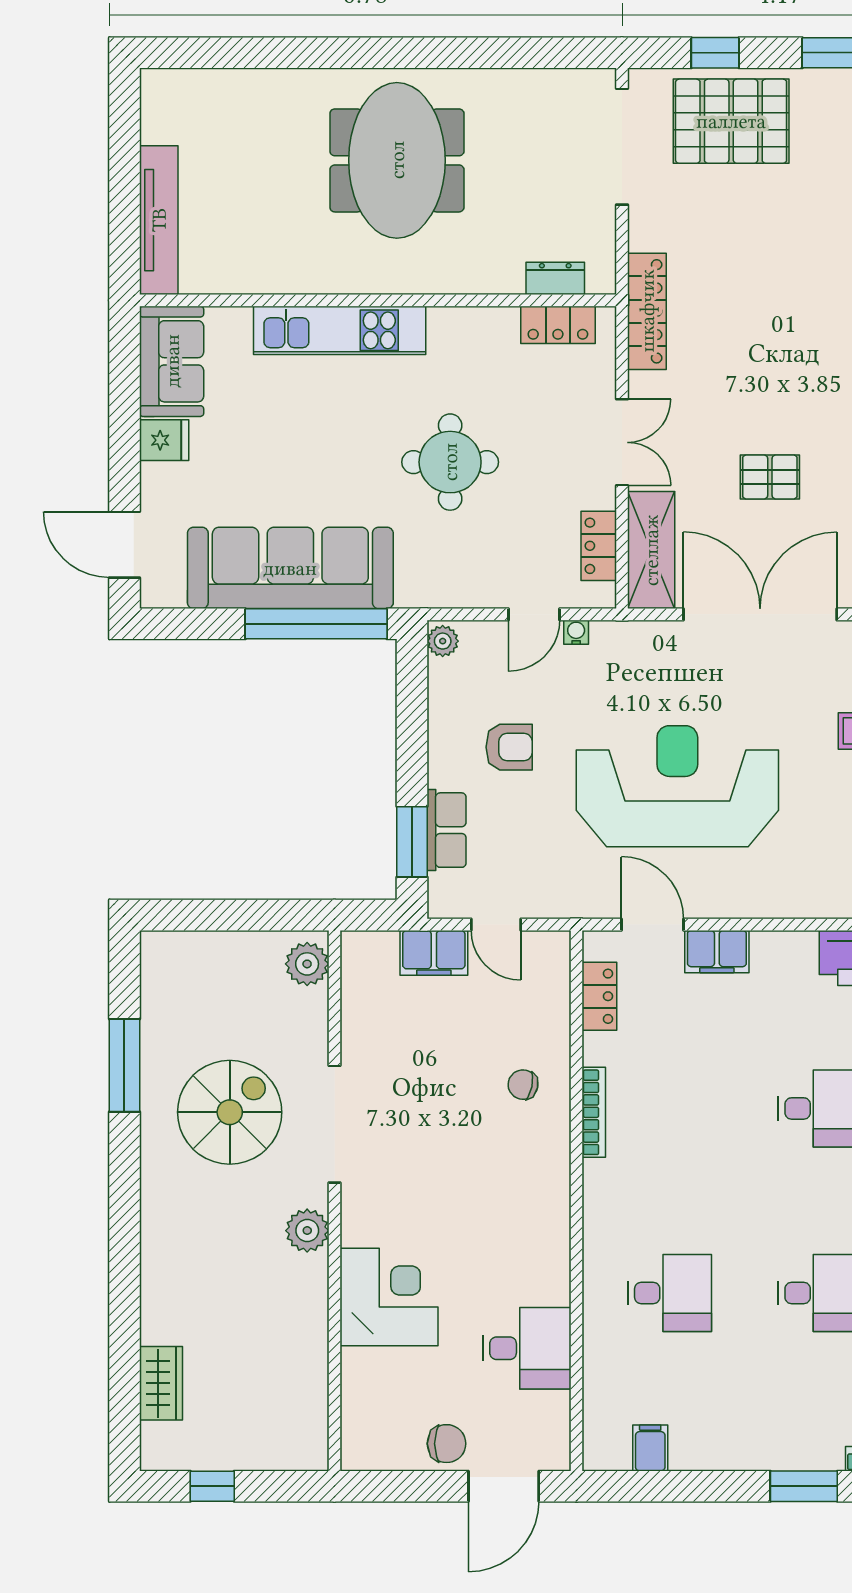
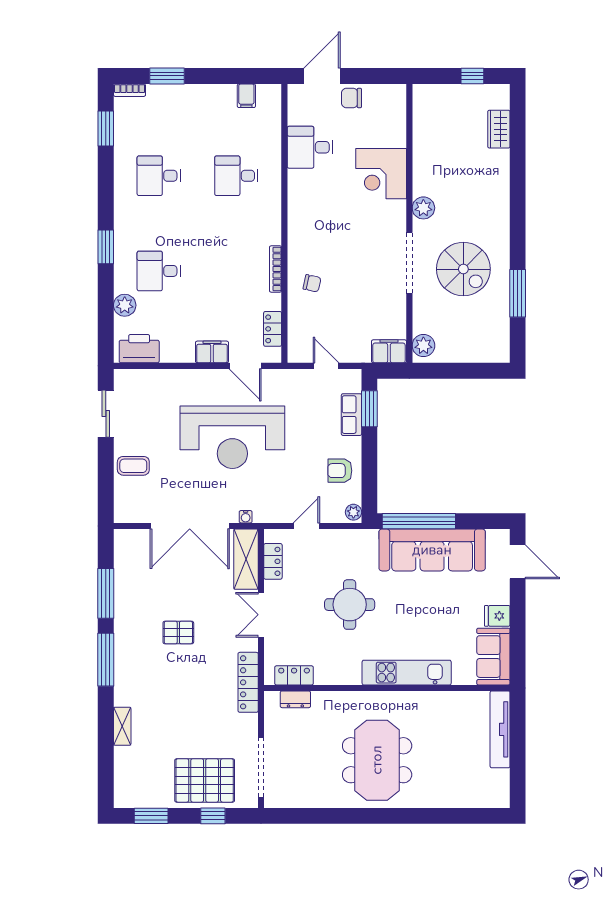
pallet: (770, 477) -> (178, 632), moved
water cooler: (576, 632) -> (246, 517), moved
armchair: (509, 747) -> (340, 471), moved
filing cabinet: (434, 953) -> (389, 351), moved
spiral stairs: (230, 1112) -> (463, 269), turned -90

